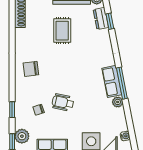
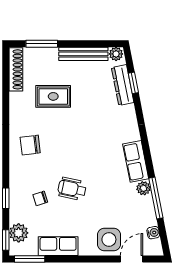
dresser: (101, 18) -> (123, 85), width x1.44
rug: (62, 31) -> (53, 96), moved, turned 90
window: (122, 83) -> (156, 198), moved

